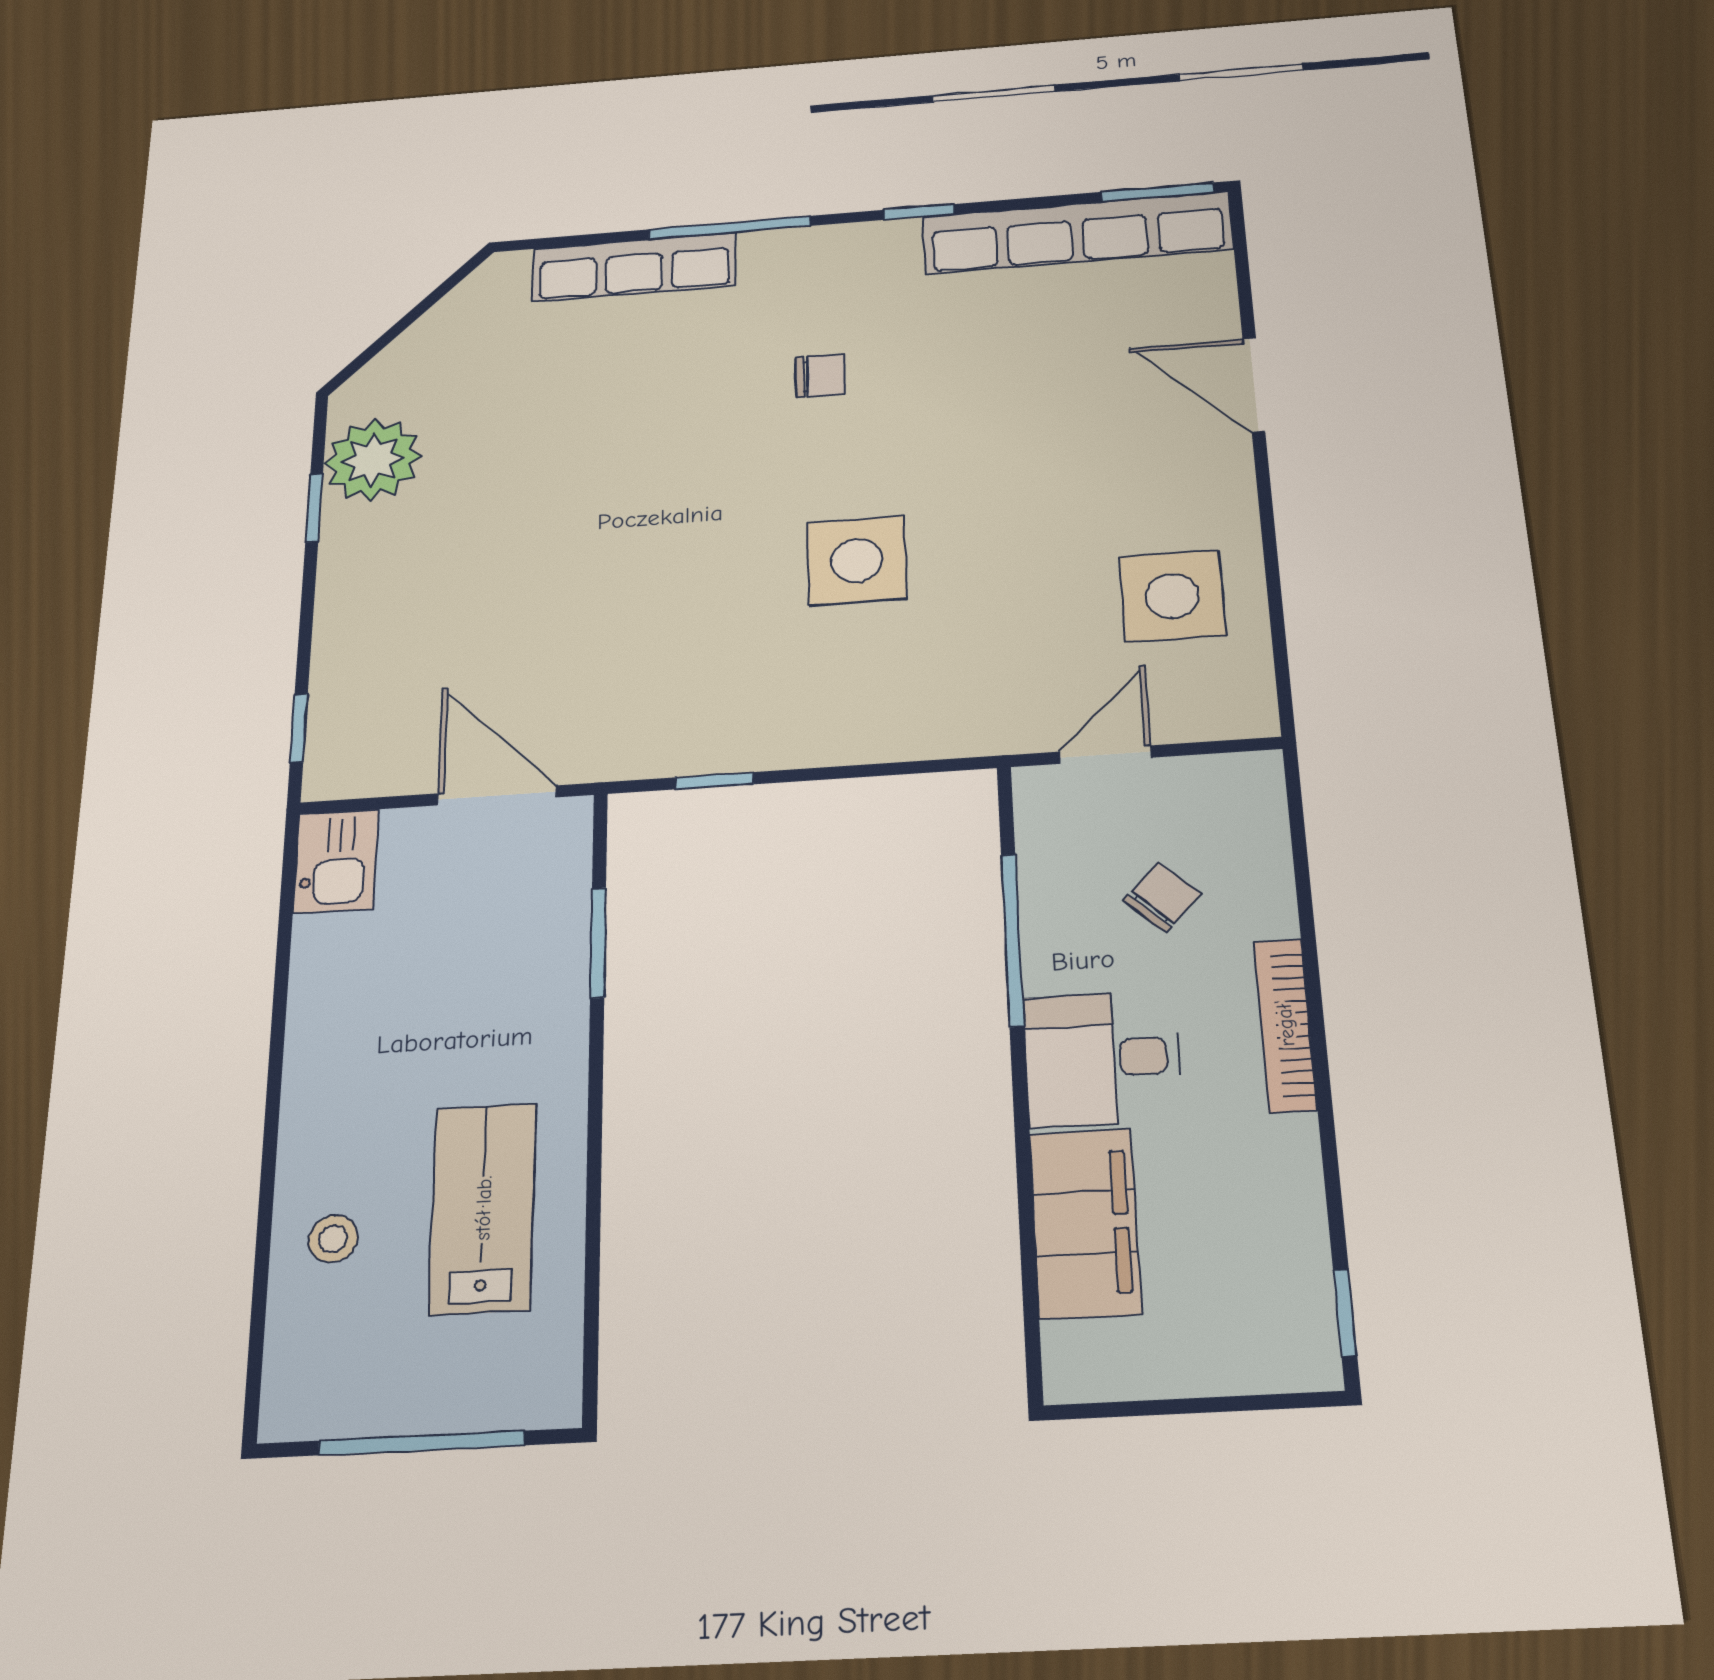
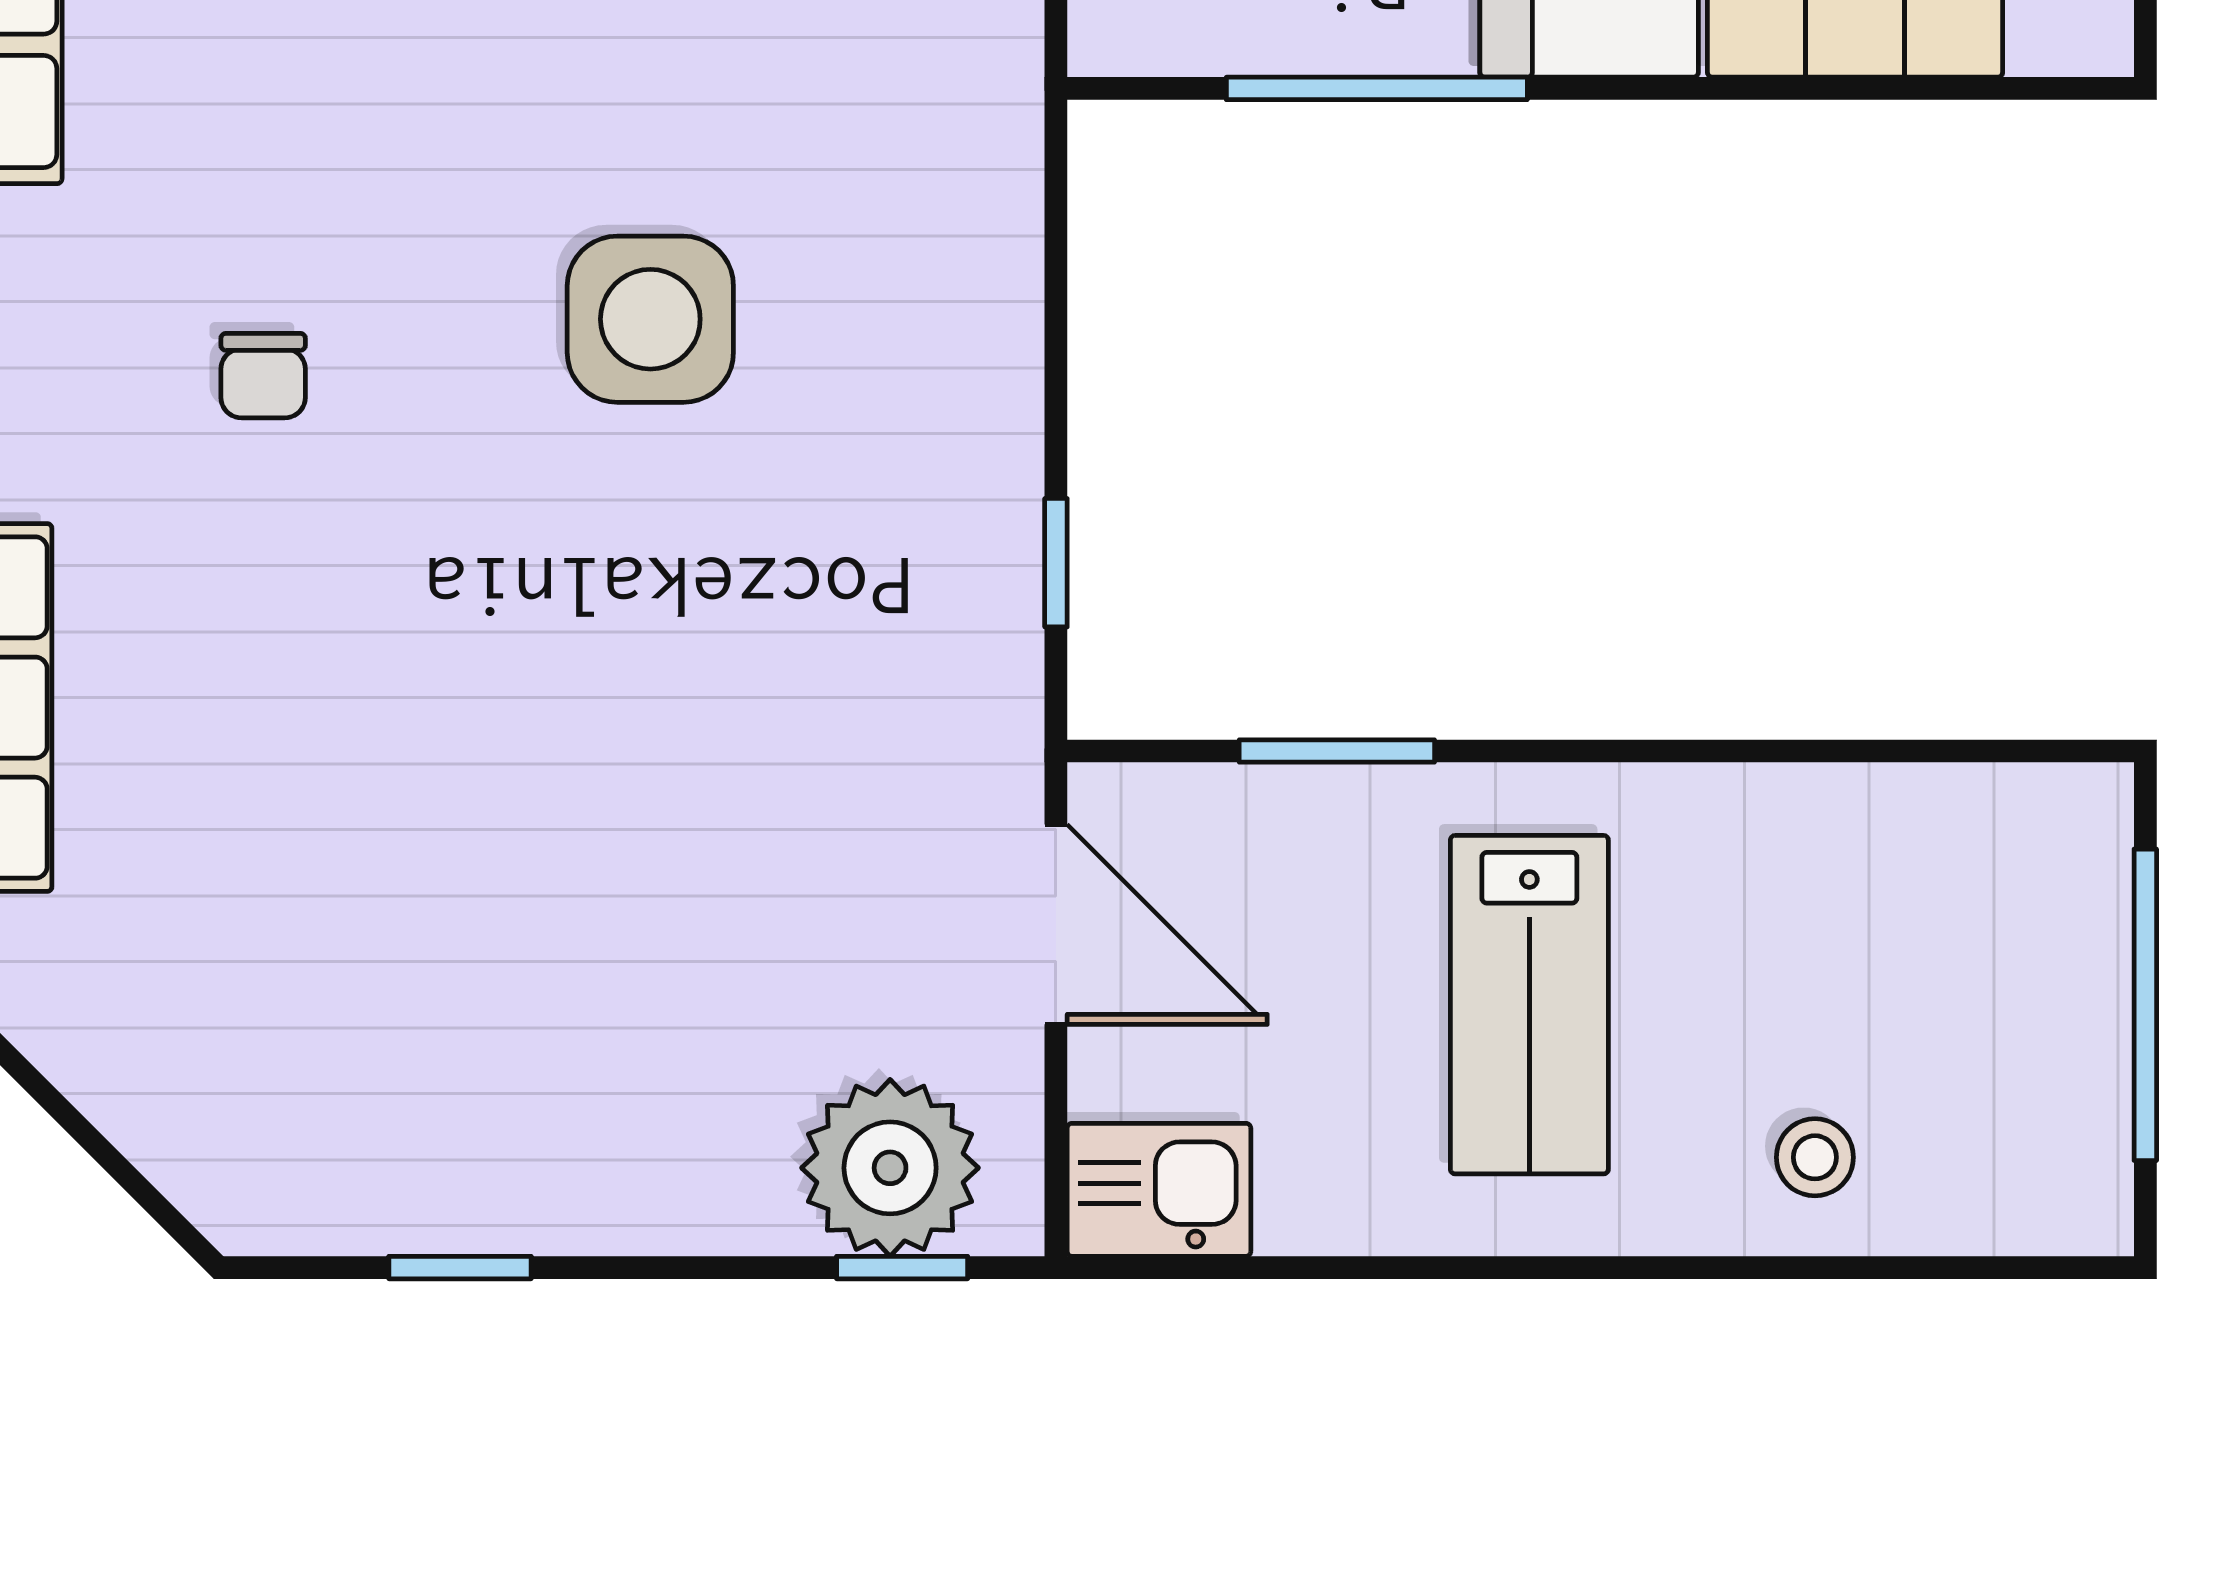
chair: (820, 376) -> (263, 376), turned 180
plant: (373, 460) -> (890, 1168), moved
door: (497, 795) -> (1056, 924), swing flipped
lab bench: (483, 1208) -> (1529, 1005), moved, turned -90

